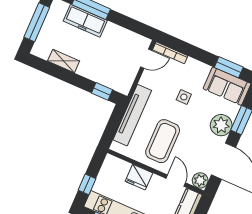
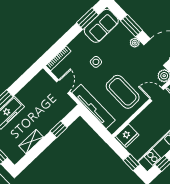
door: (146, 59) -> (63, 87), moved
window: (102, 91) -> (59, 129), moved
plant: (221, 125) -> (135, 43), width x0.53, depth x0.53
fridge: (139, 177) -> (127, 136), moved

